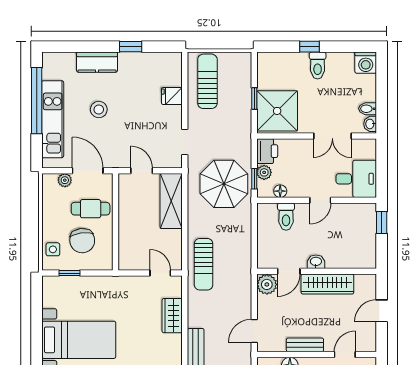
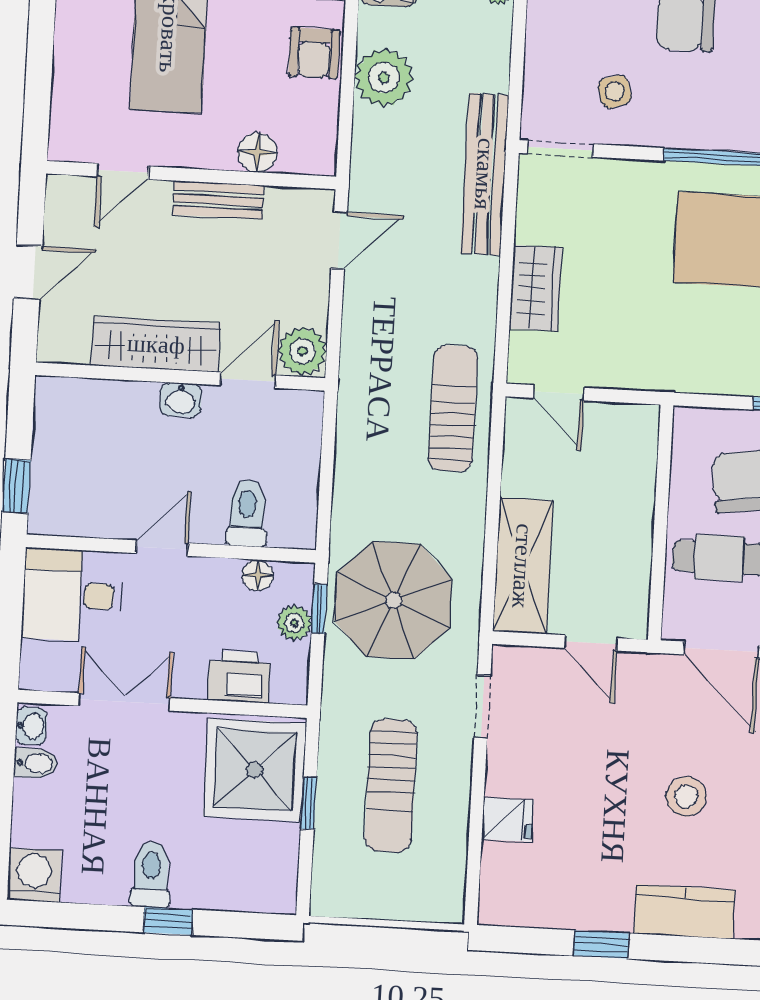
sun lounger: (207, 81) -> (391, 786), moved
printer: (267, 151) -> (239, 677), moved, turned 90

